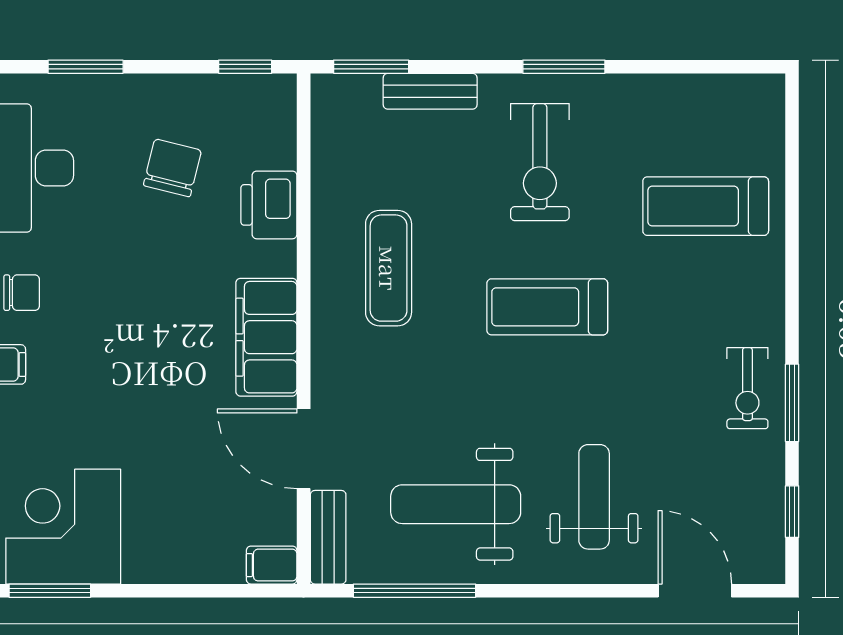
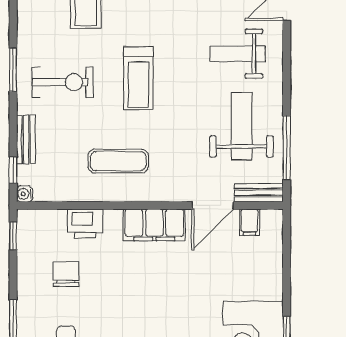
window: (371, 67) -> (13, 170), width x0.67
water cooler: (326, 89) -> (25, 194), added
chair: (172, 168) -> (66, 274), turned 76
weight bench: (456, 504) -> (242, 126), turned 180
filing cabinet: (272, 565) -> (250, 222), moved

